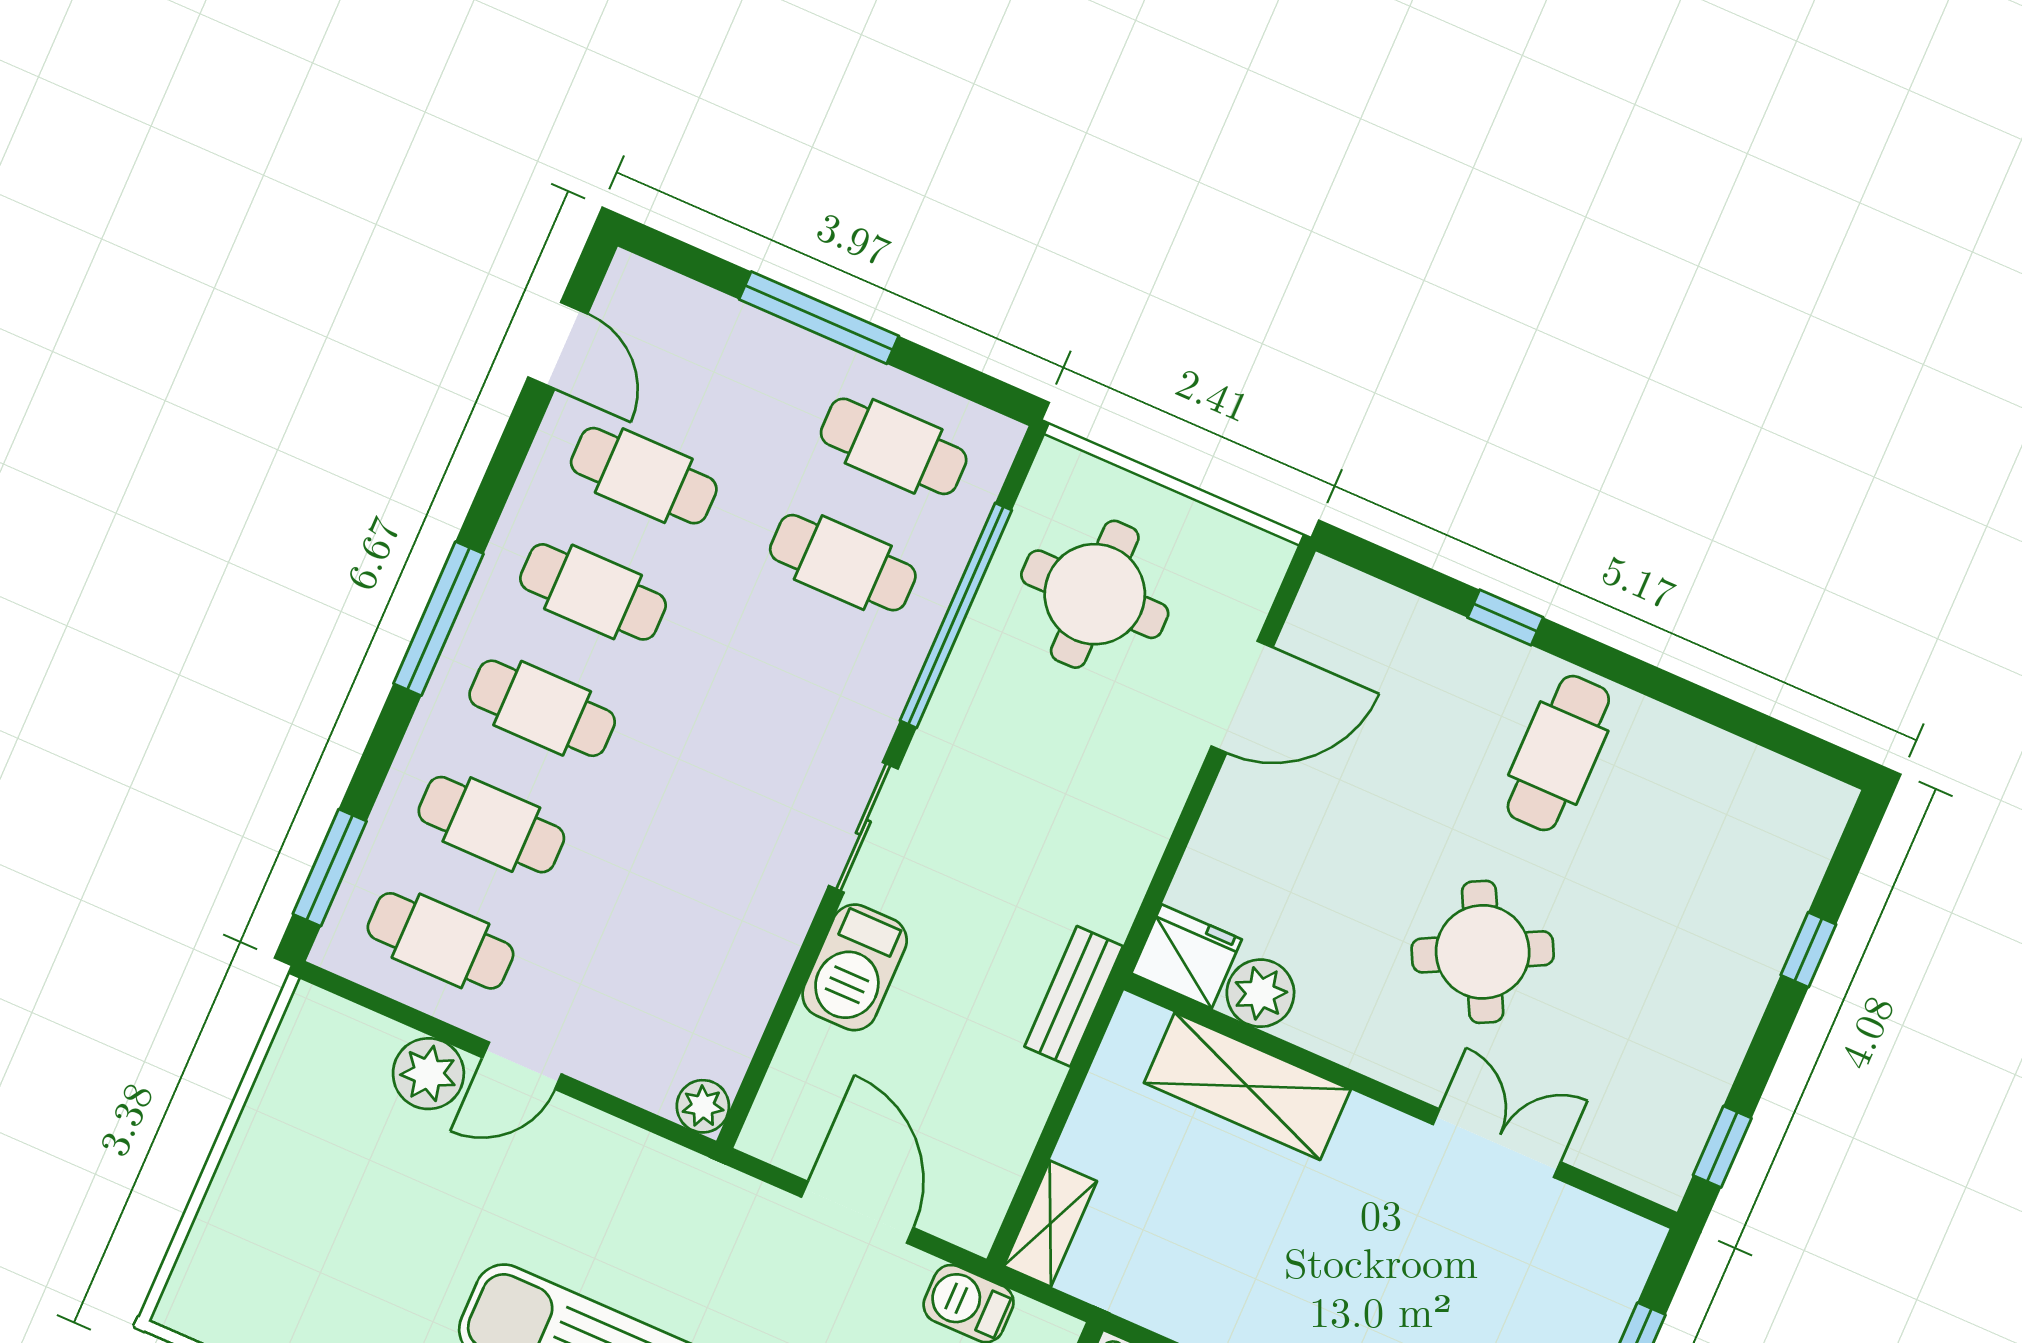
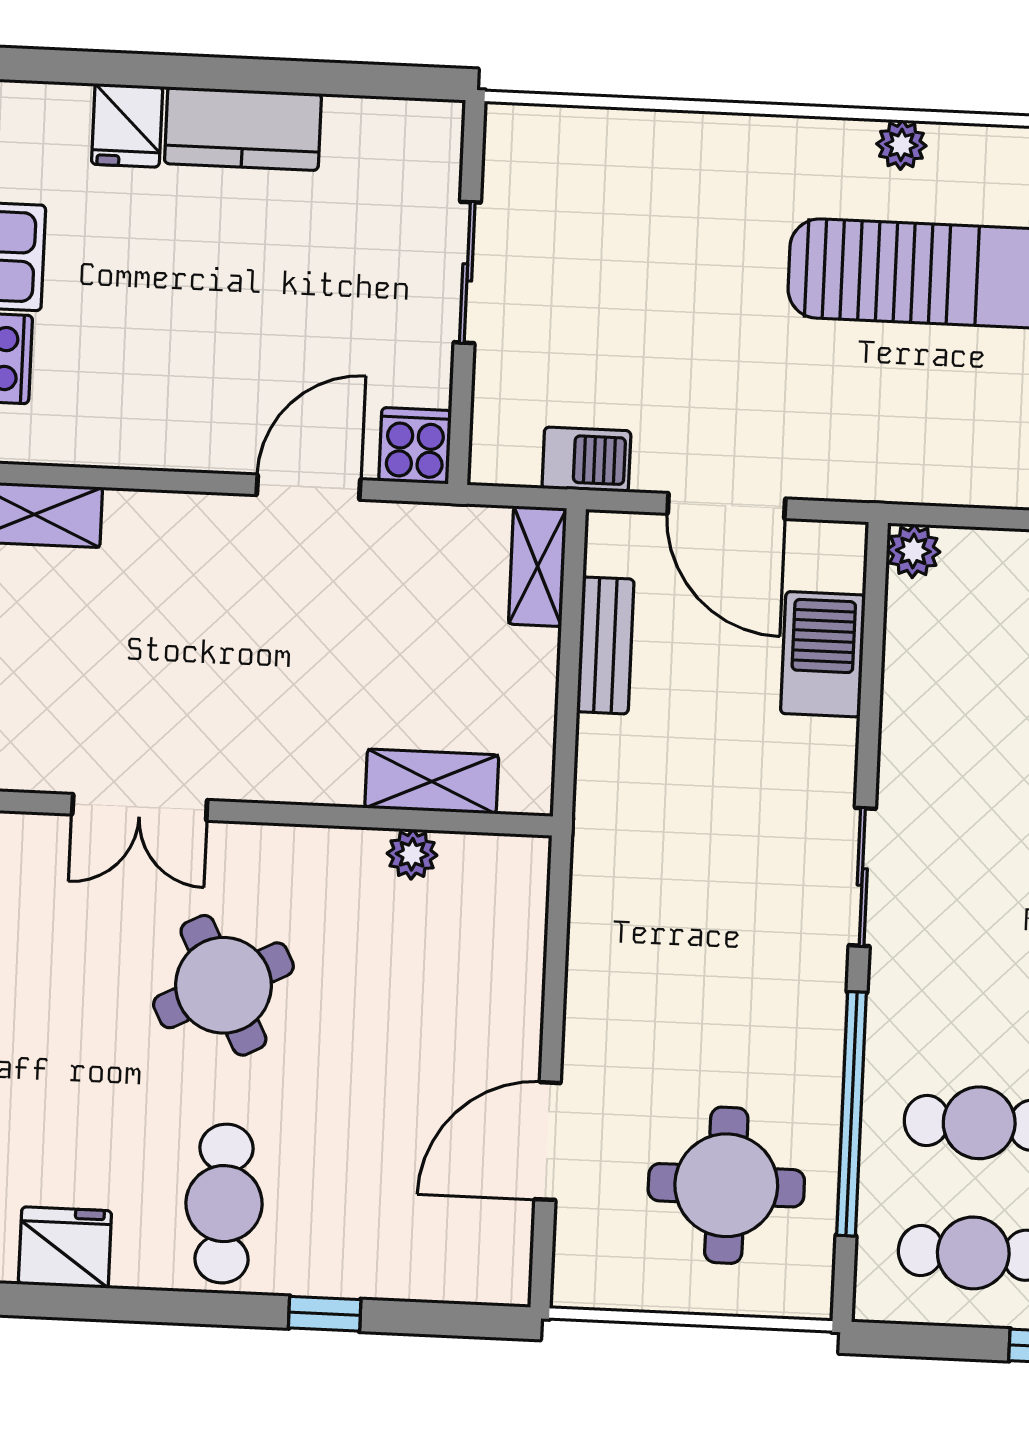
fridge: (1187, 956) -> (65, 1247), moved, turned 180
barbecue: (855, 967) -> (823, 654), moved
plant: (1260, 993) -> (412, 854), width x0.73, depth x0.73
bench: (1074, 996) -> (605, 645), moved
shelving: (1247, 1086) -> (432, 782), width x0.67, depth x0.75

